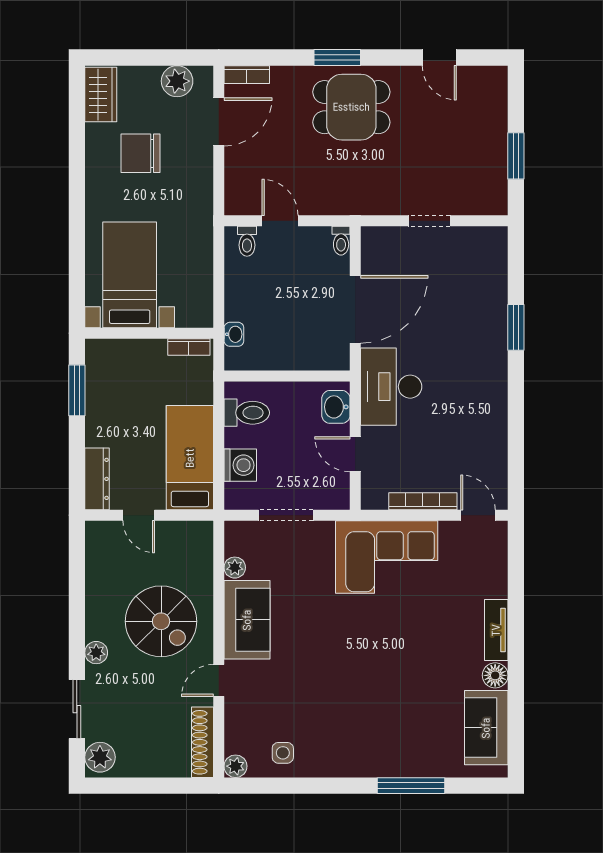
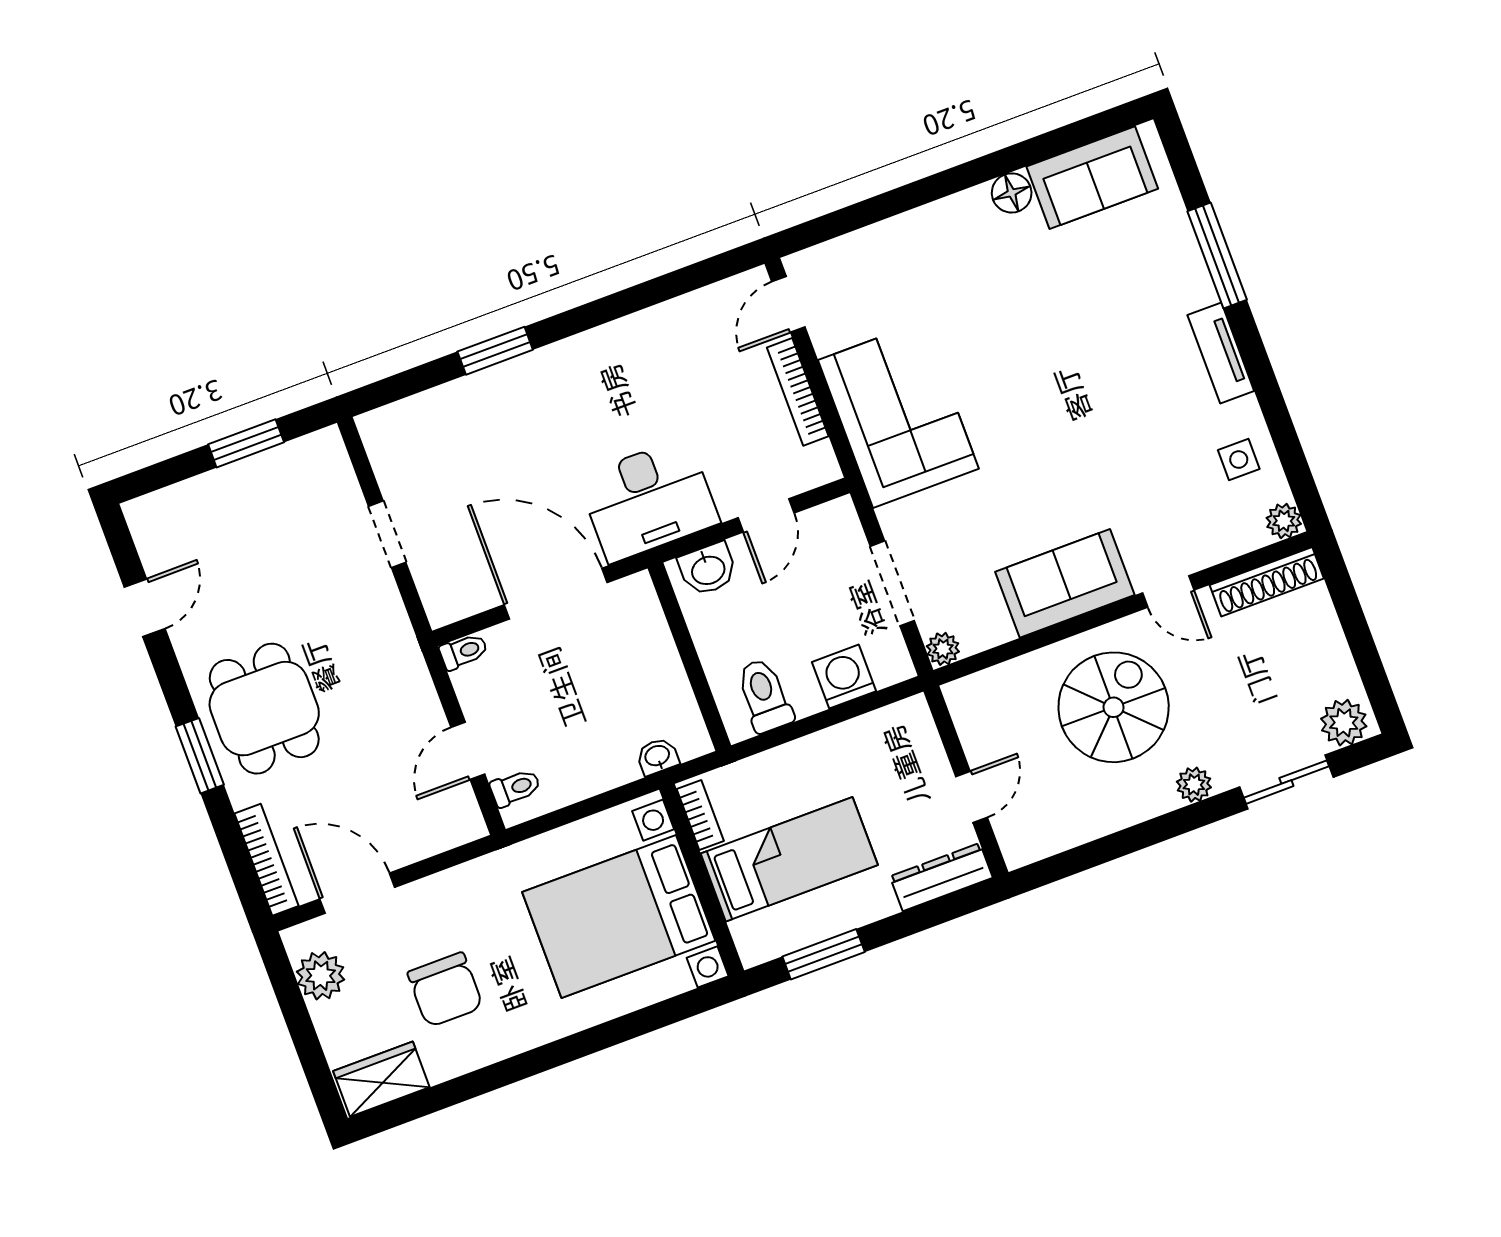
bookcase: (247, 75) -> (267, 860), width x1.56
bed with nightstands: (130, 275) -> (619, 916), width x1.36
bed: (190, 458) -> (789, 859), moved, turned 180
plant: (235, 568) -> (943, 649), moved
tv unit: (496, 630) -> (1221, 353), moved, turned 90

